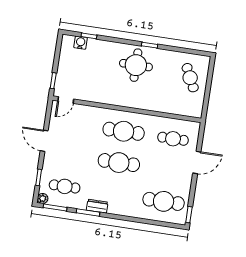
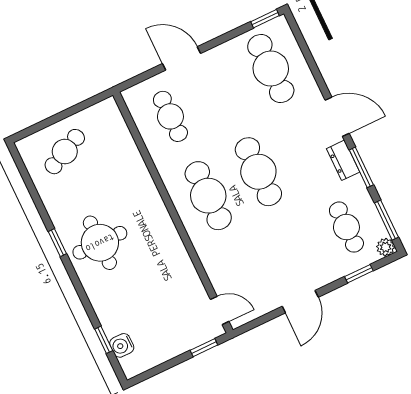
door: (120, 217) -> (337, 117), added

